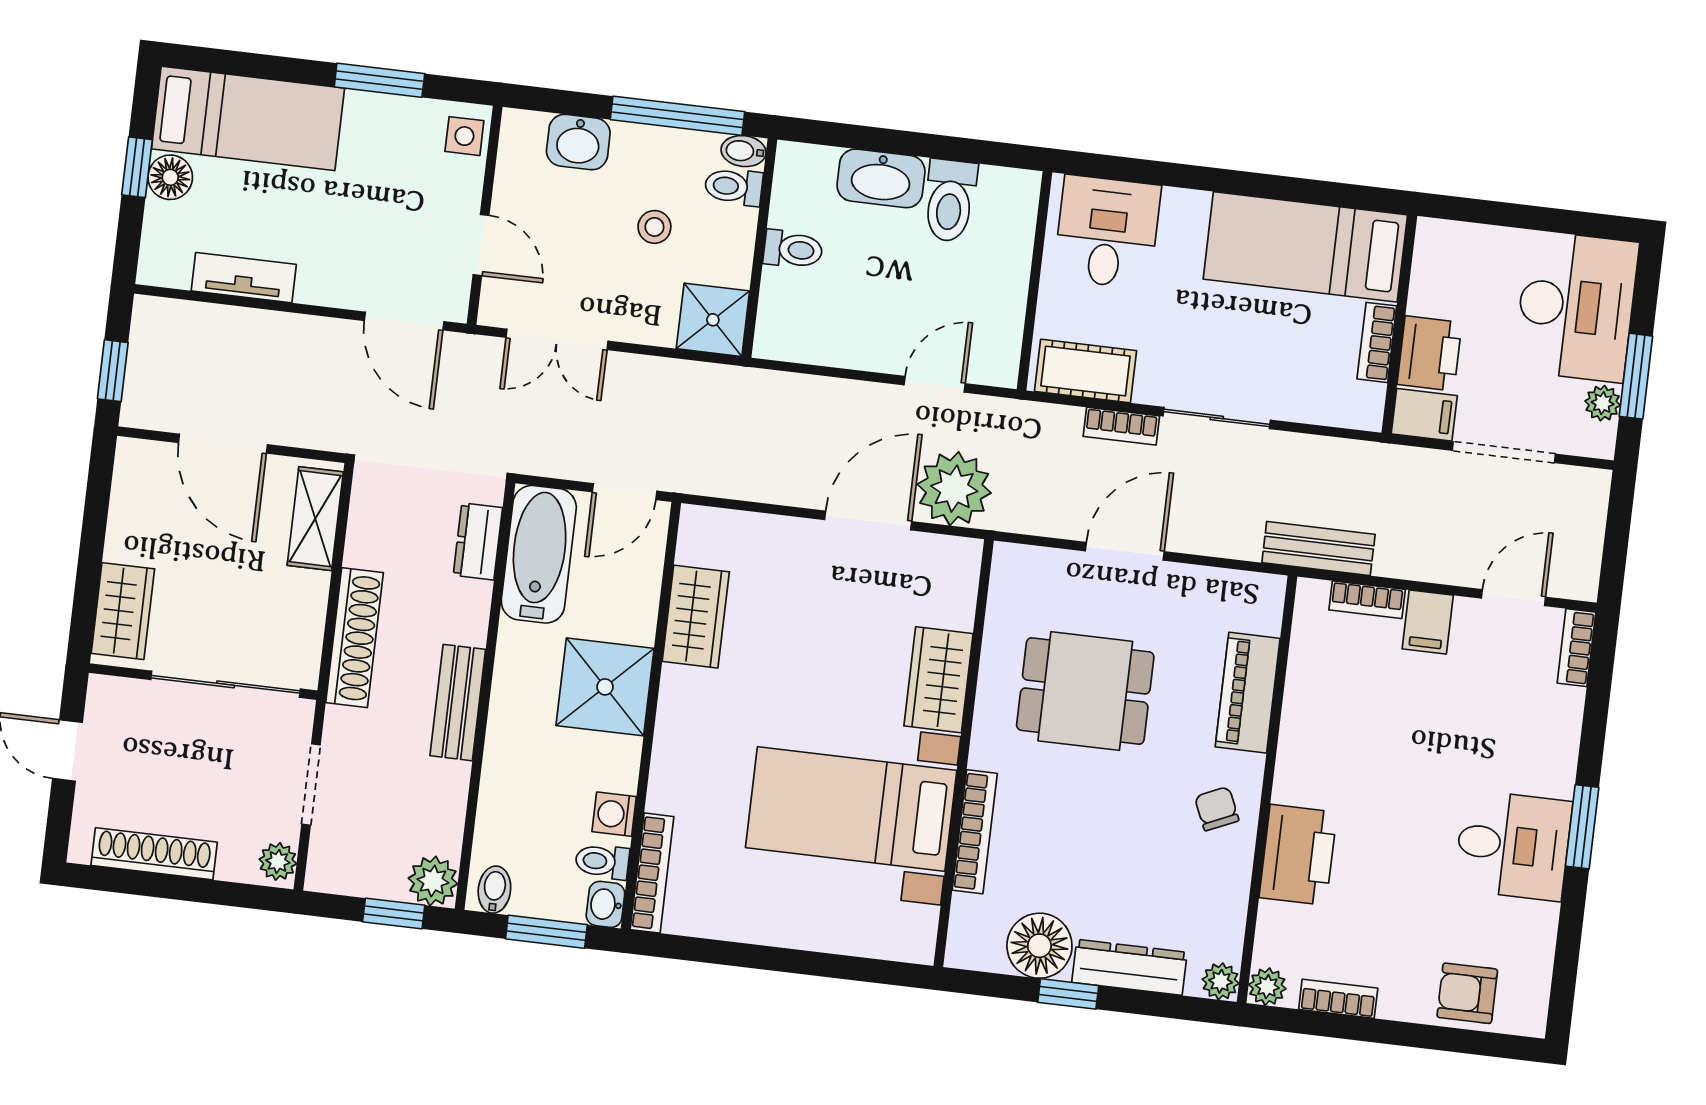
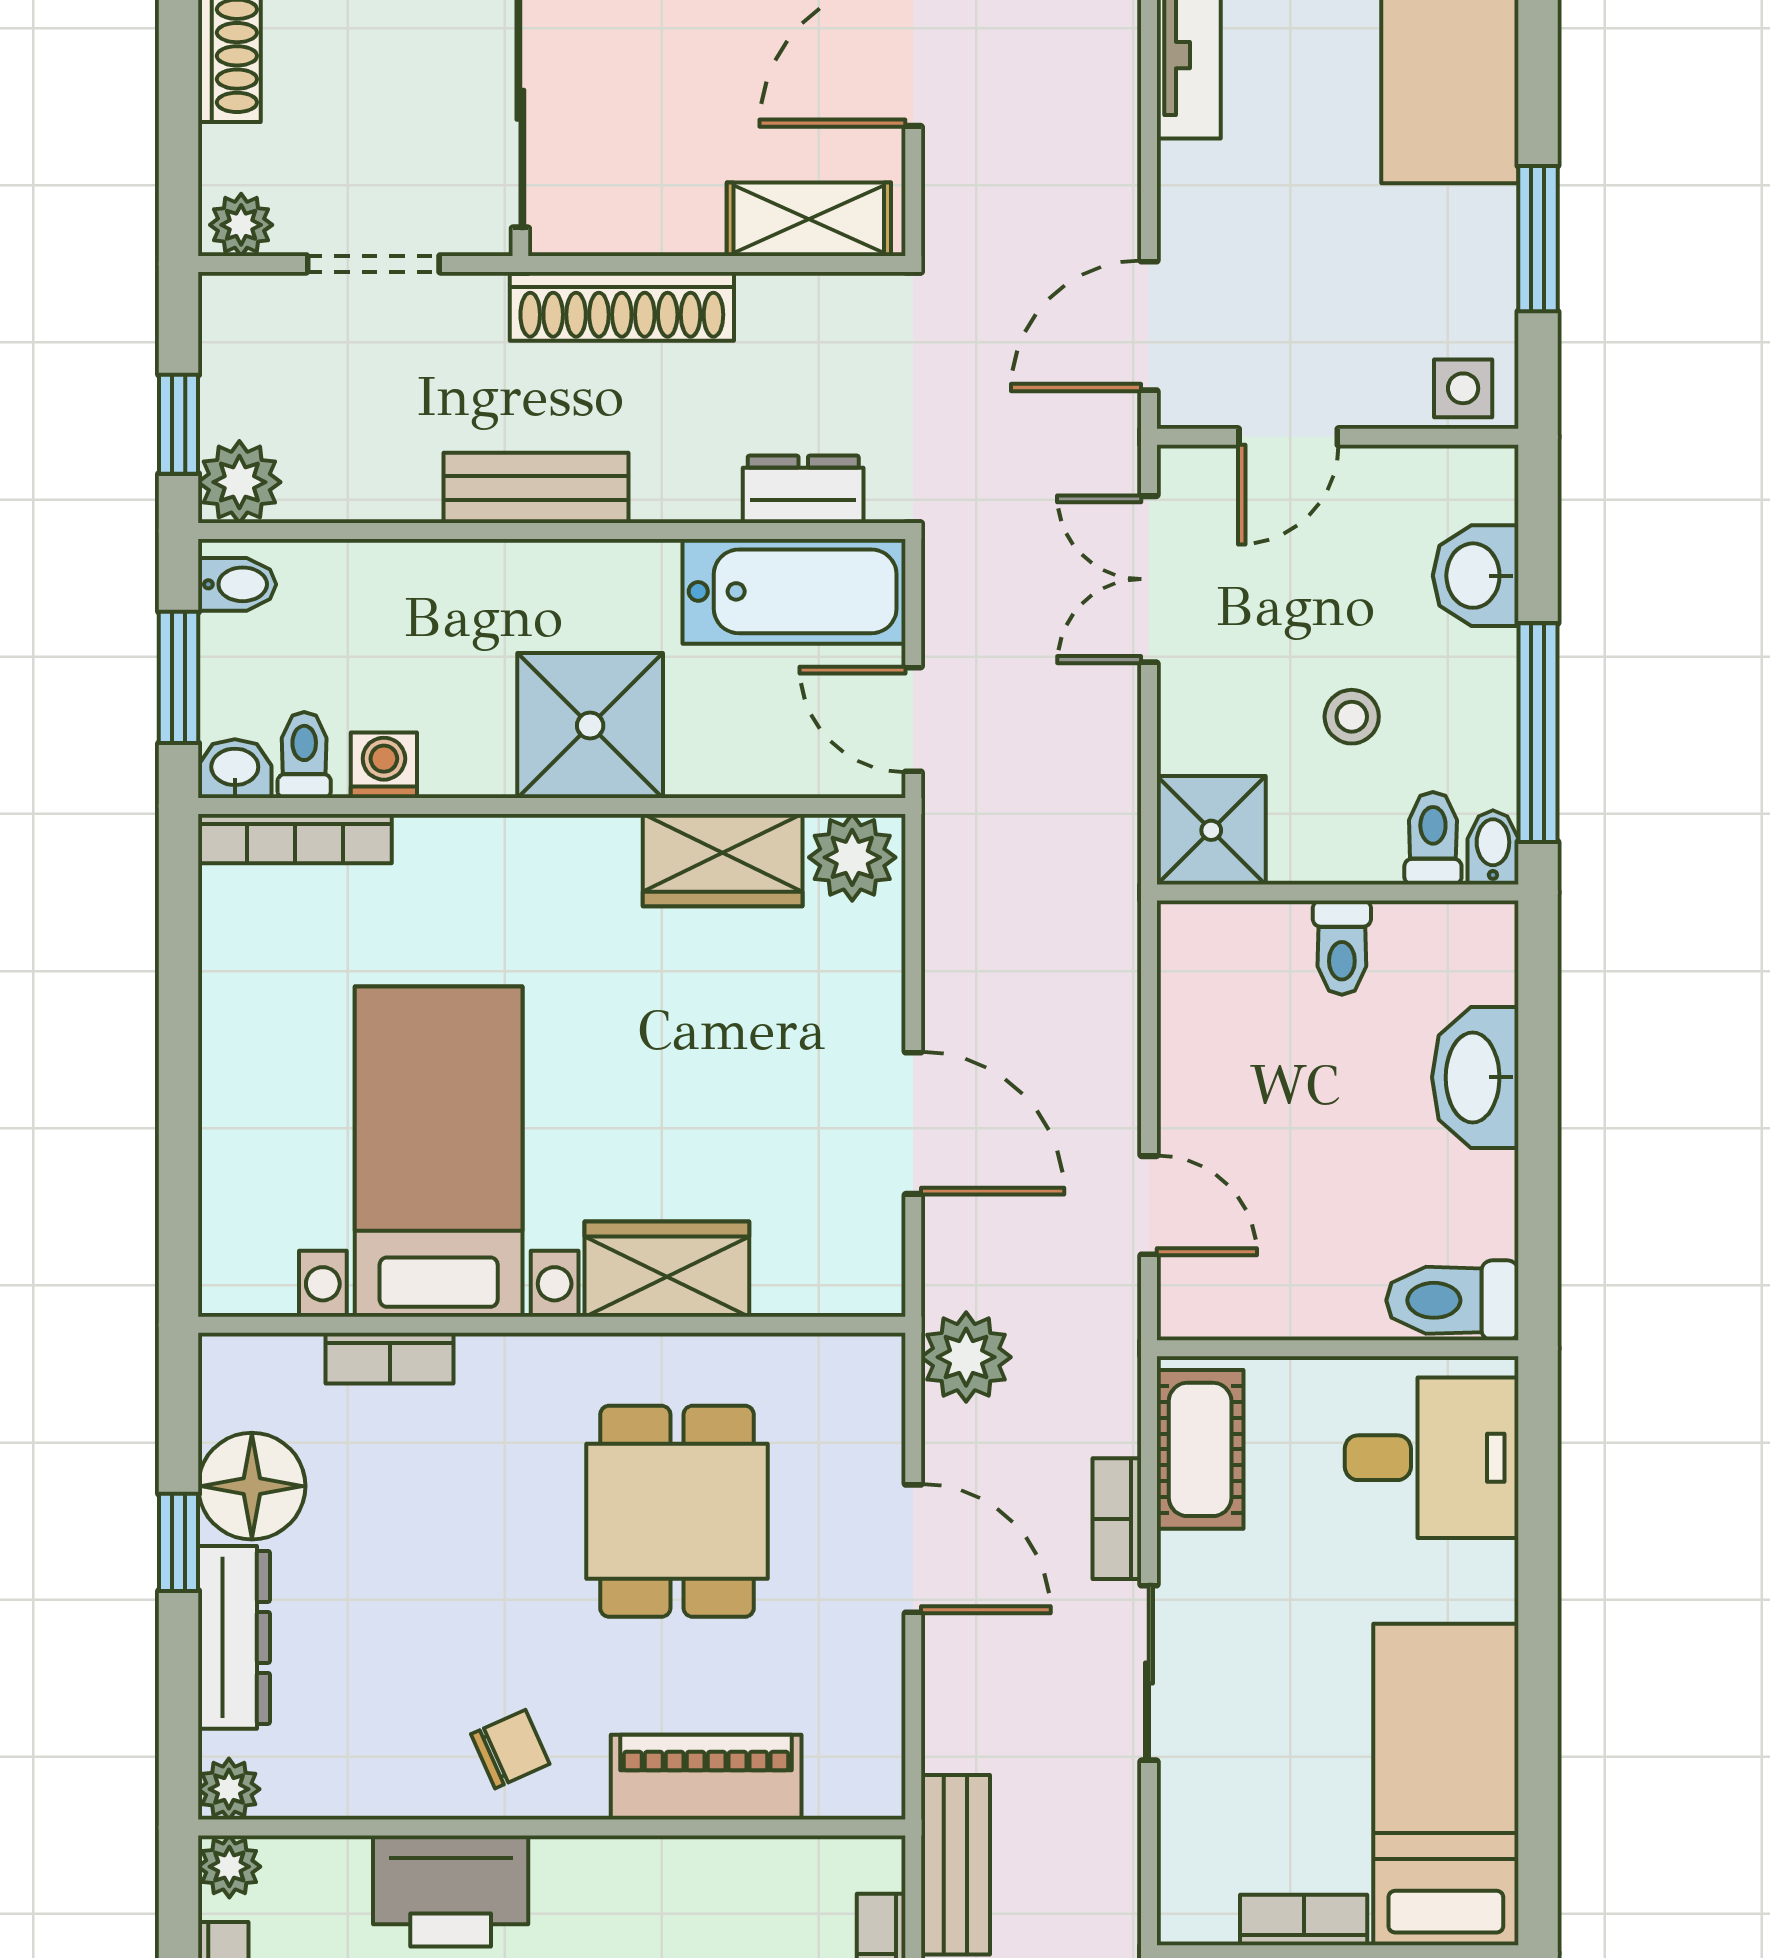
toilet: (950, 201) -> (1452, 1300), moved
plant: (954, 489) -> (966, 1357), moved, width x0.73, depth x0.73
plant: (703, 538) -> (852, 857), added
bookcase: (975, 832) -> (390, 1358), width x0.64

